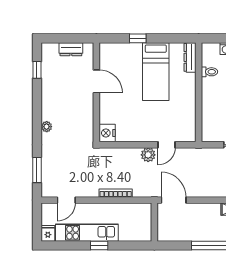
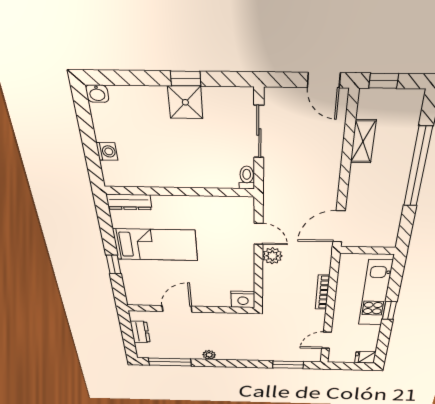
window: (37, 70) -> (170, 362), width x2.17
toilet: (209, 72) -> (247, 178), moved
plant: (47, 127) -> (209, 355), moved
door: (66, 200) -> (327, 340), swing flipped
kitchen unit: (87, 233) -> (375, 293), moved

